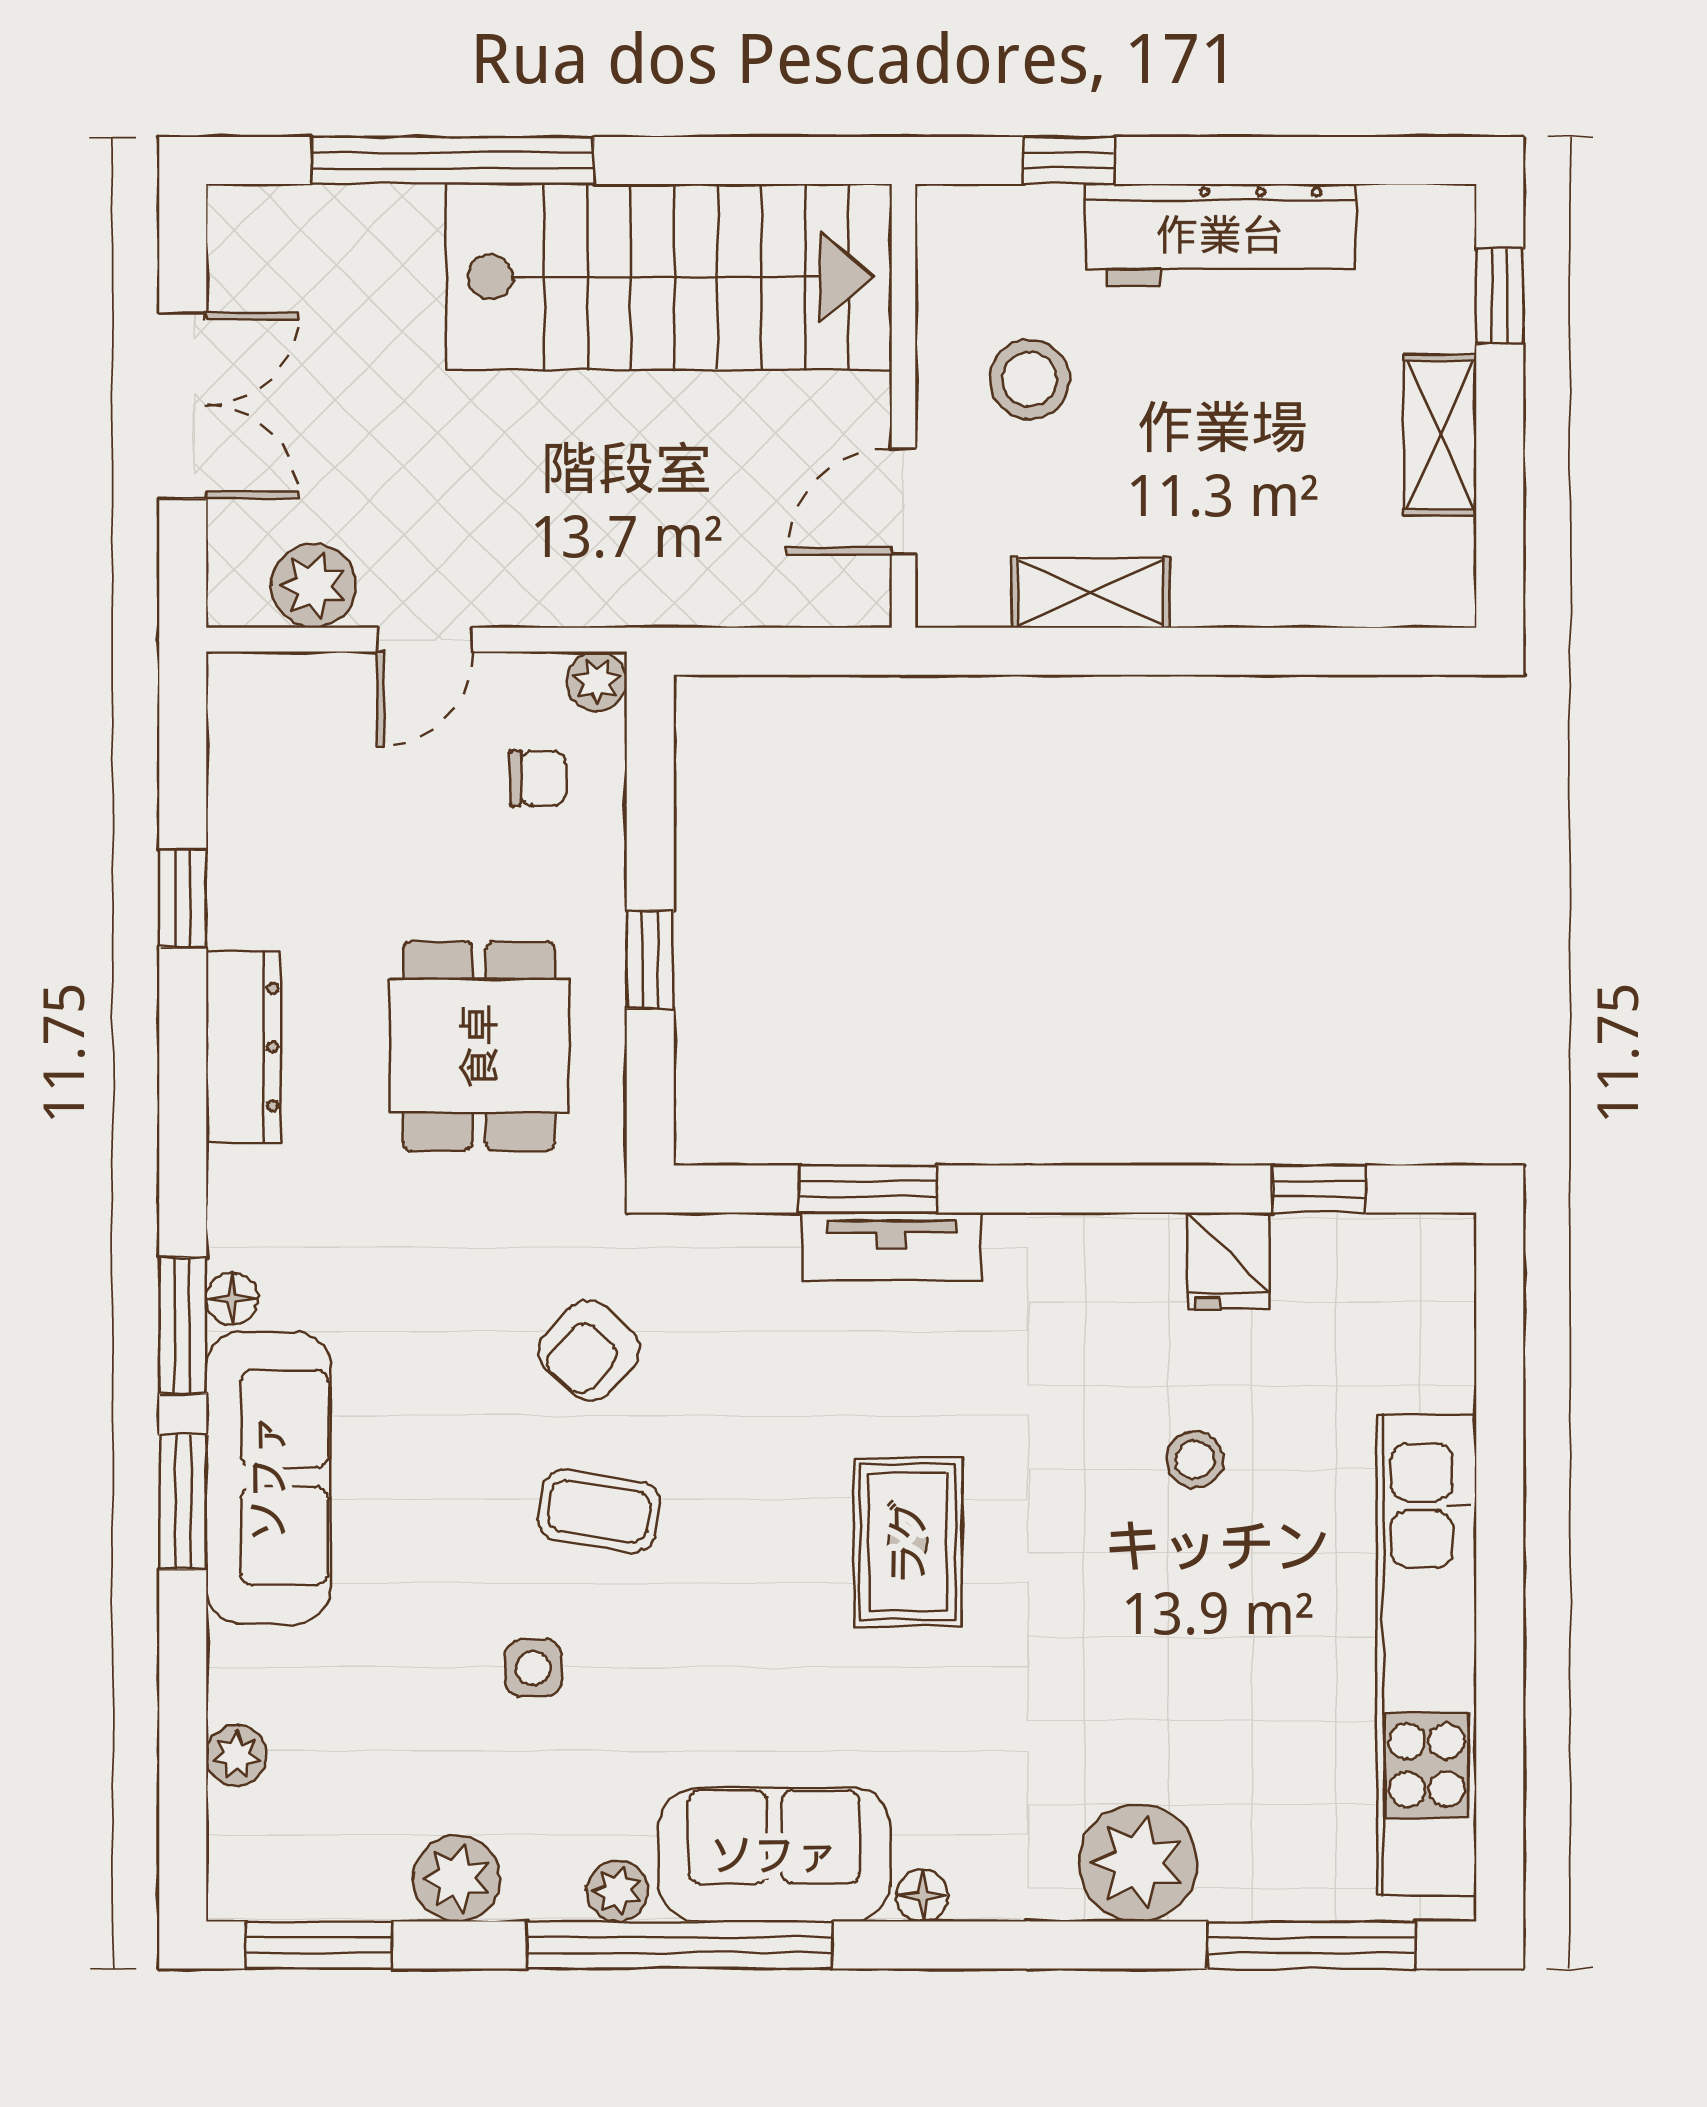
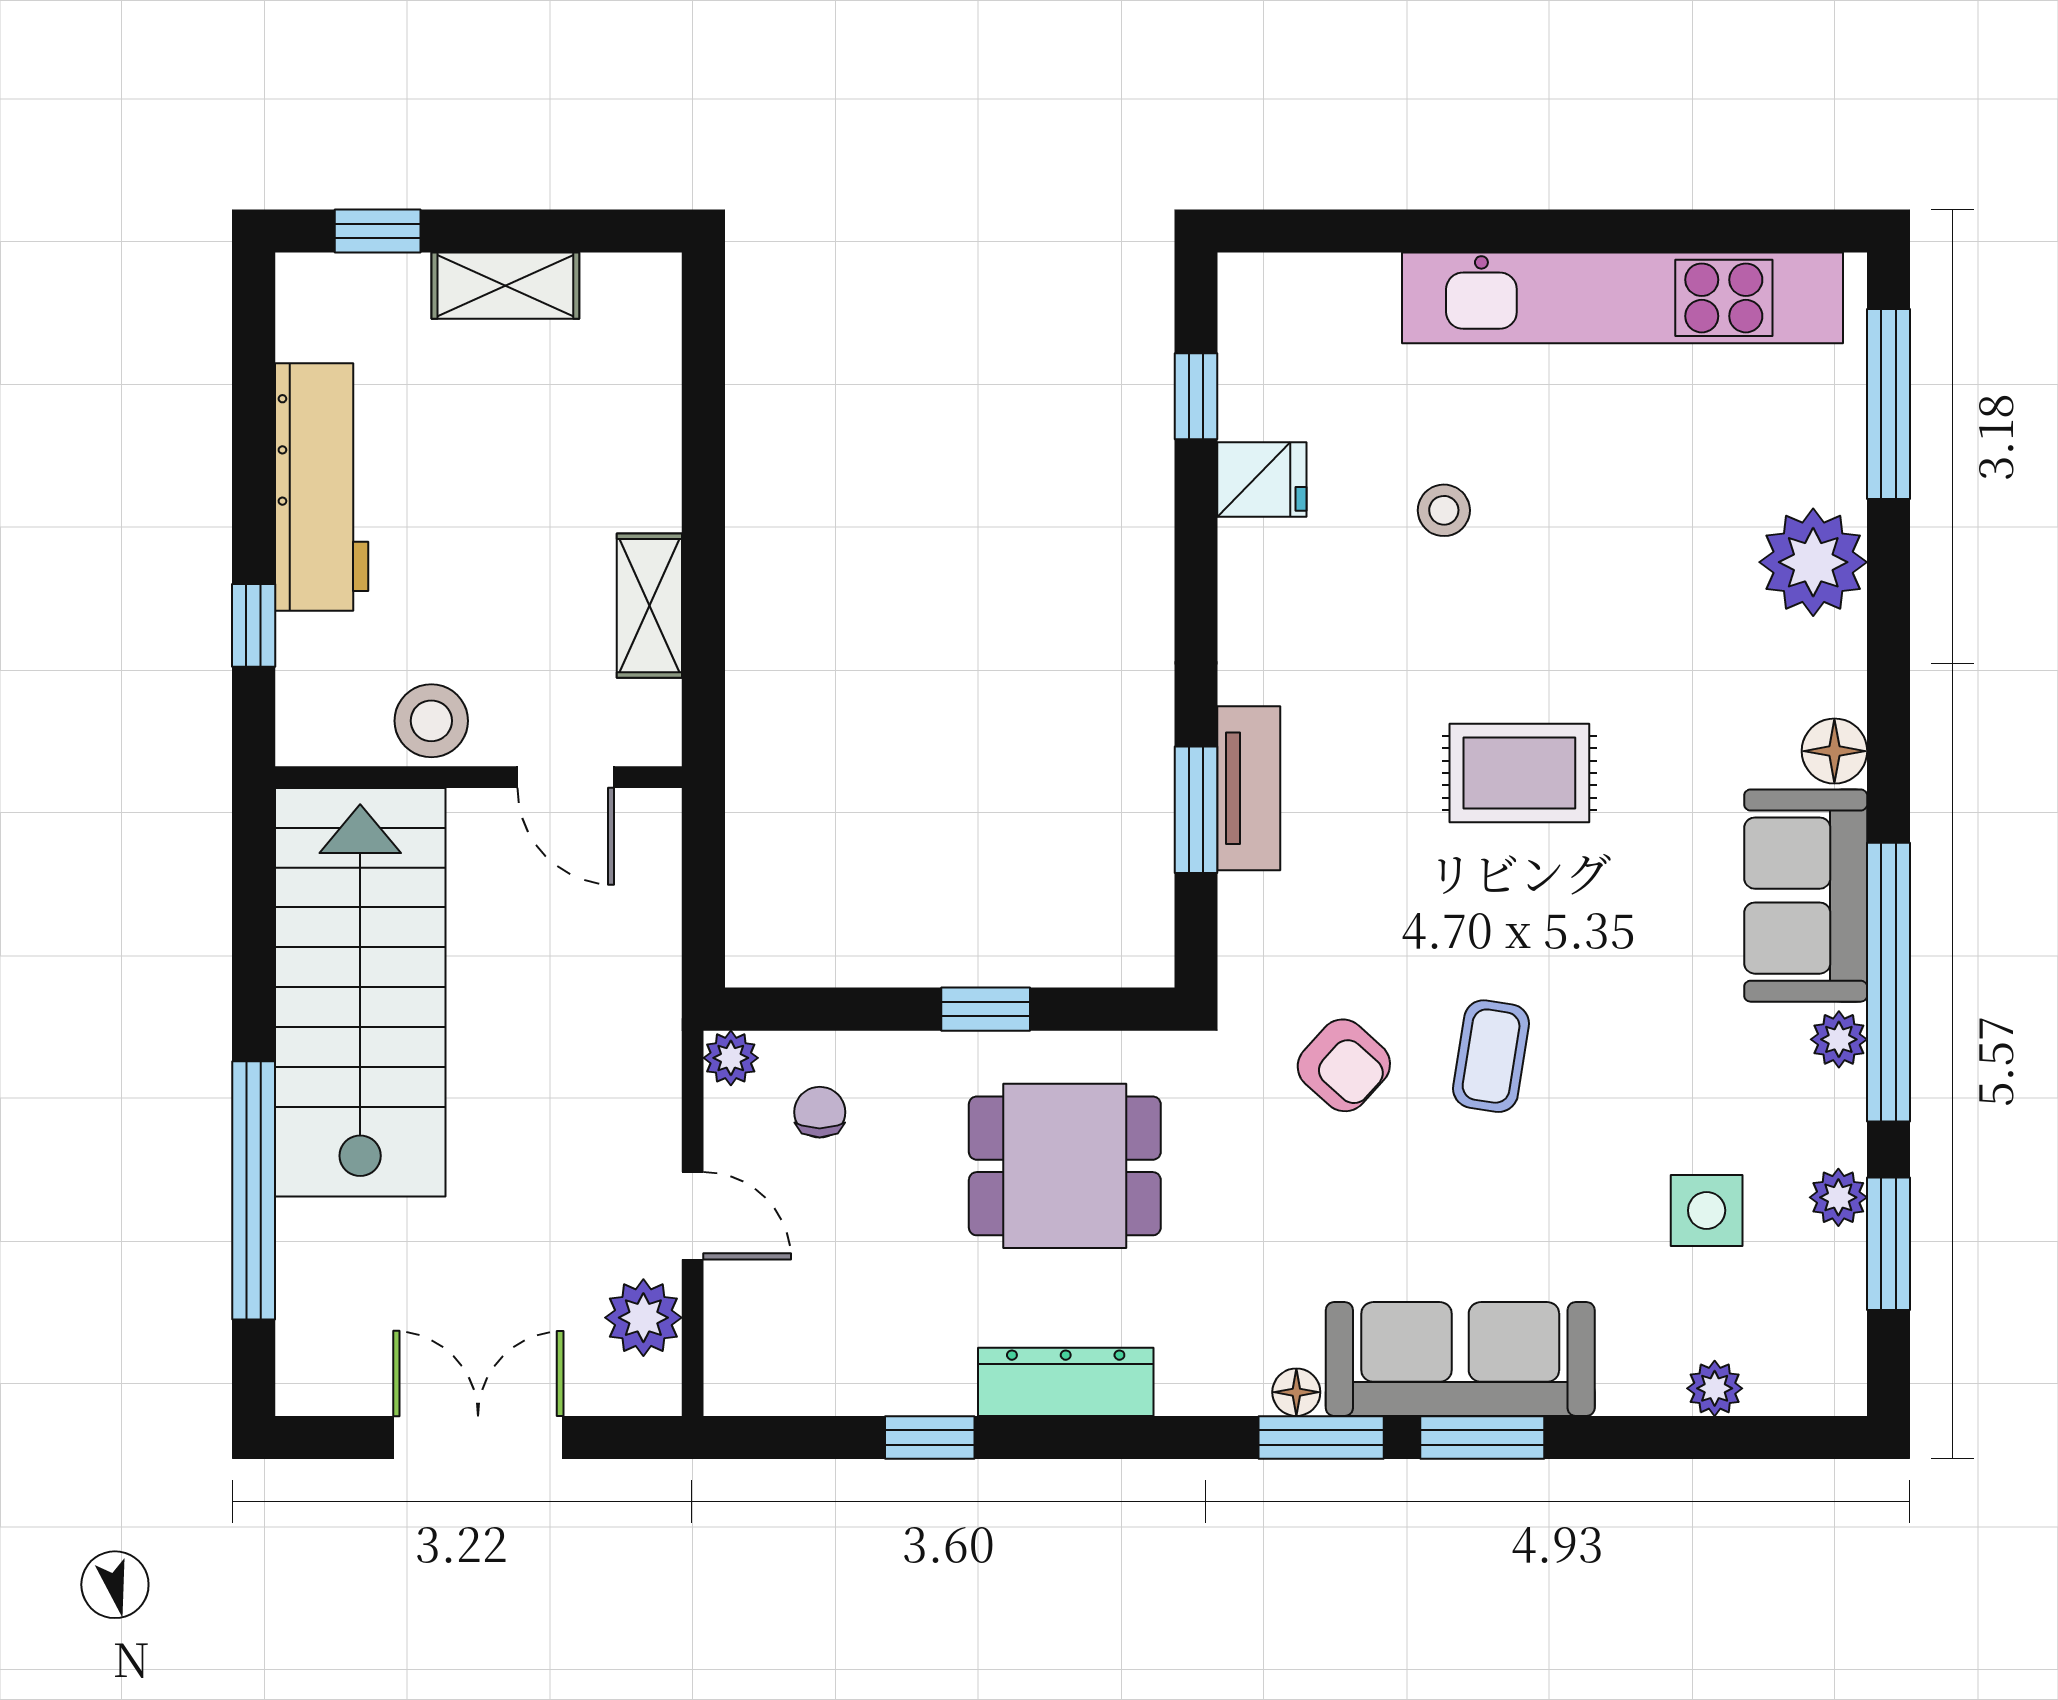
stool: (1030, 380) -> (431, 721), moved
side table: (533, 1668) -> (1707, 1210), moved, width x1.37, depth x1.37
plant: (457, 1879) -> (1838, 1197), width x0.73, depth x0.73
floor lamp: (922, 1896) -> (1834, 751), width x1.37, depth x1.37
window: (319, 1945) -> (1889, 1244), moved

